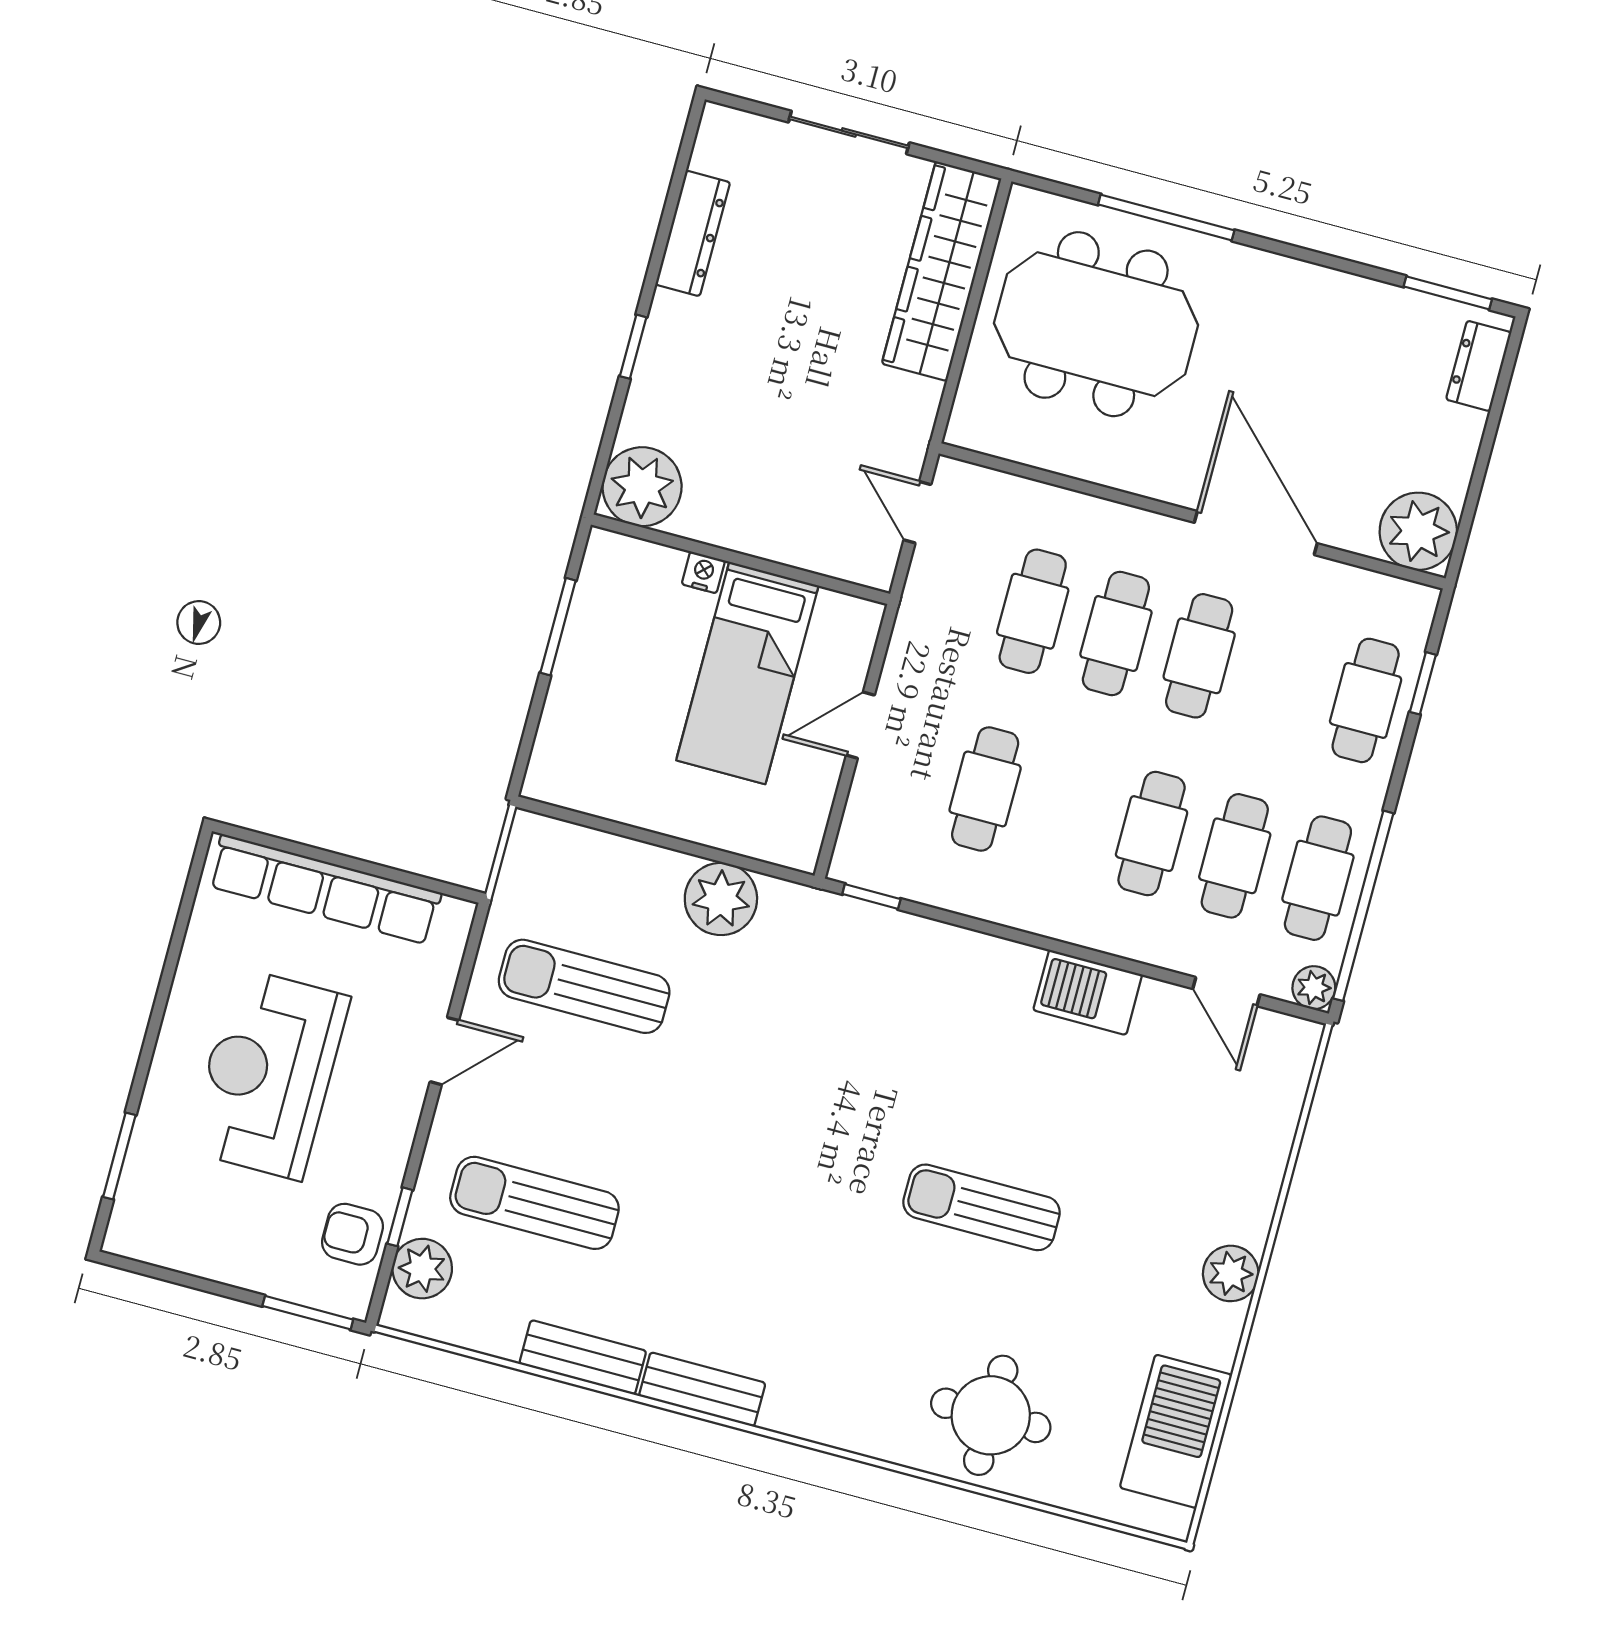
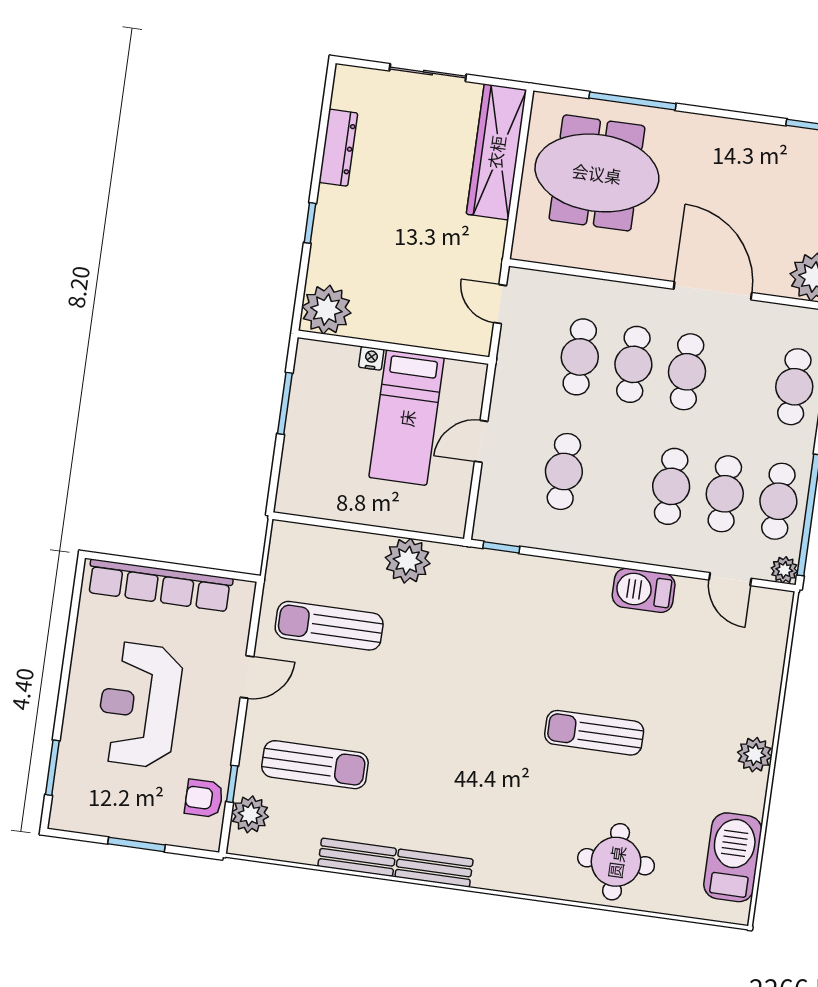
sun lounger: (534, 1203) -> (315, 765), turned 180
window: (308, 1313) -> (136, 844), moved

